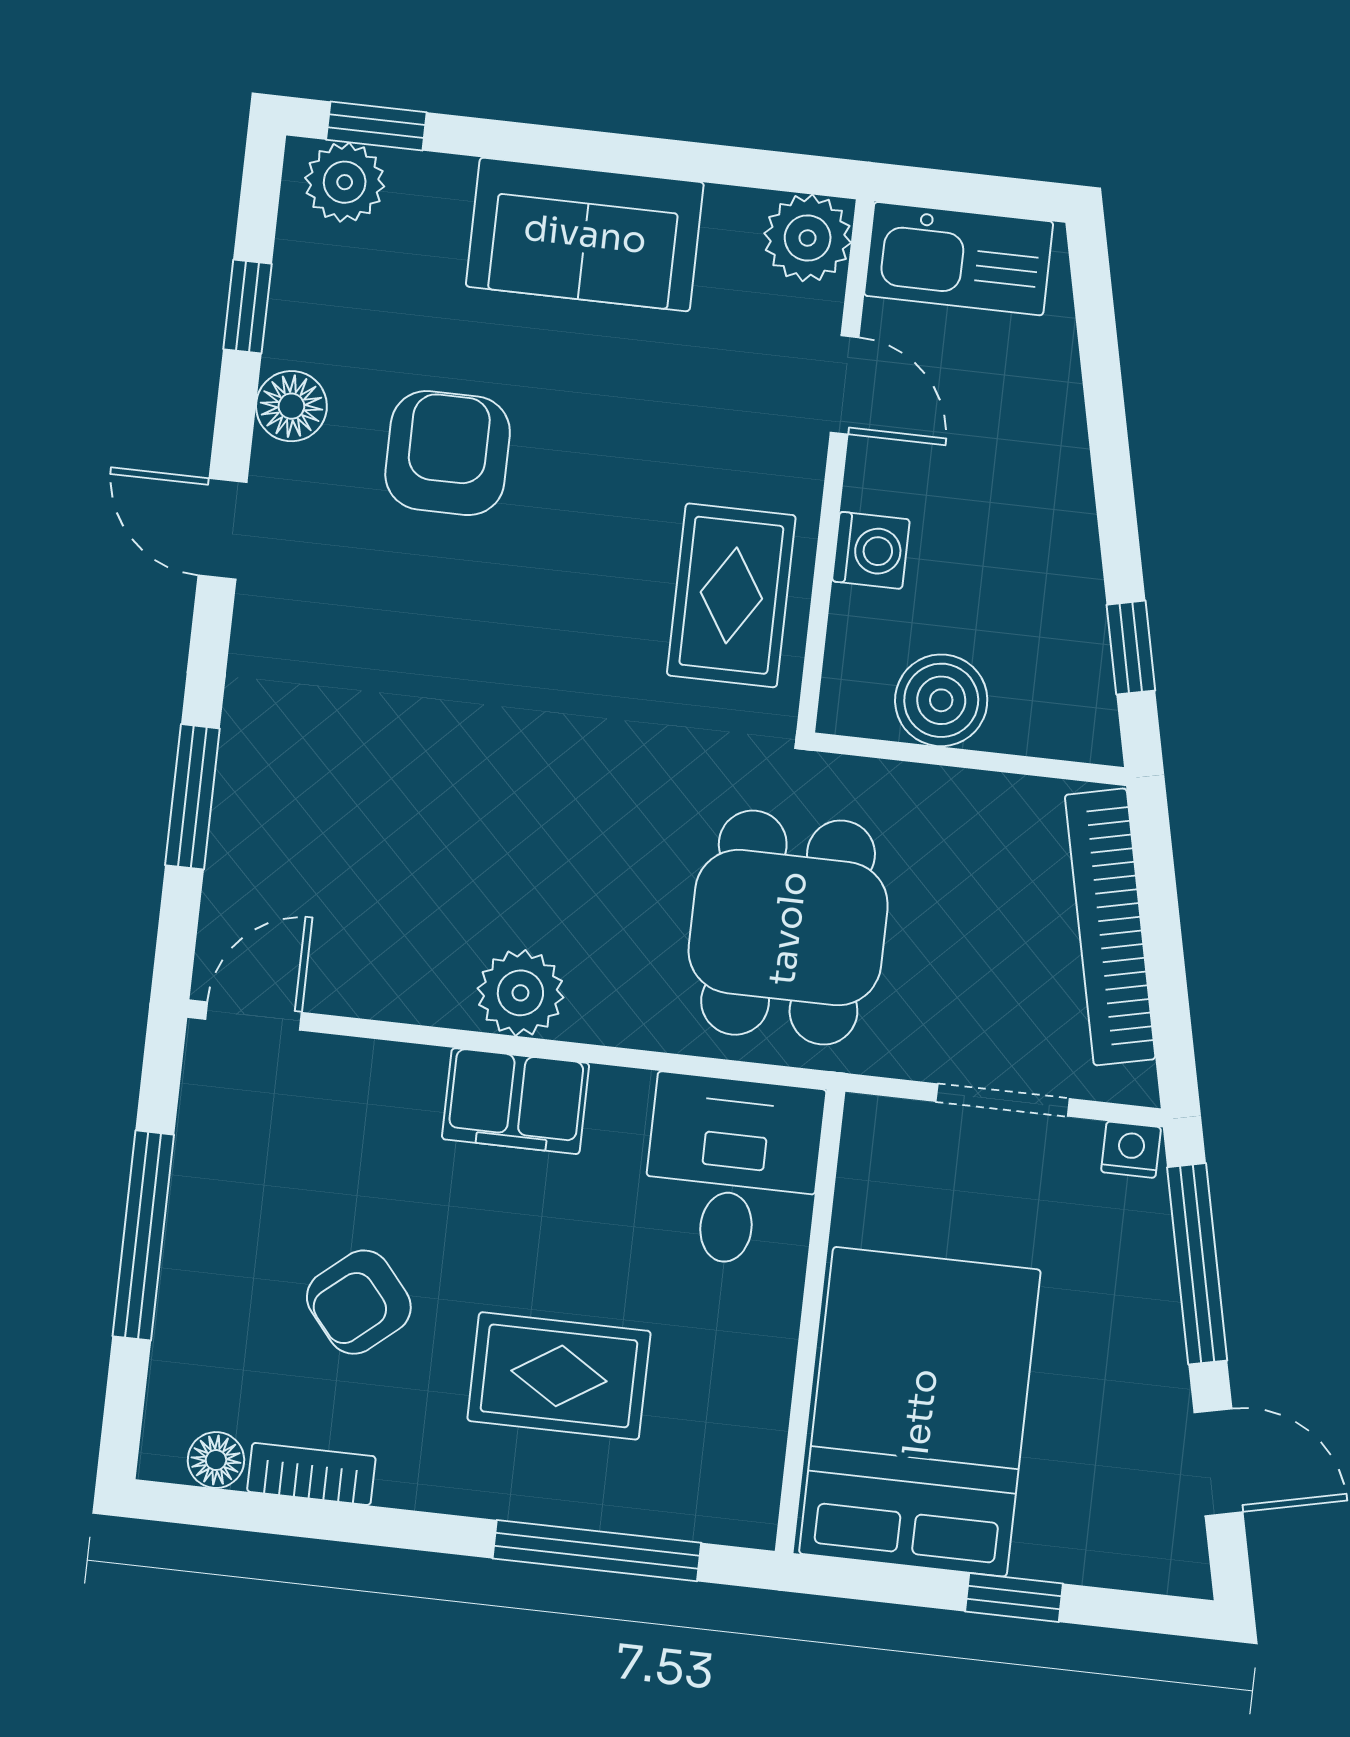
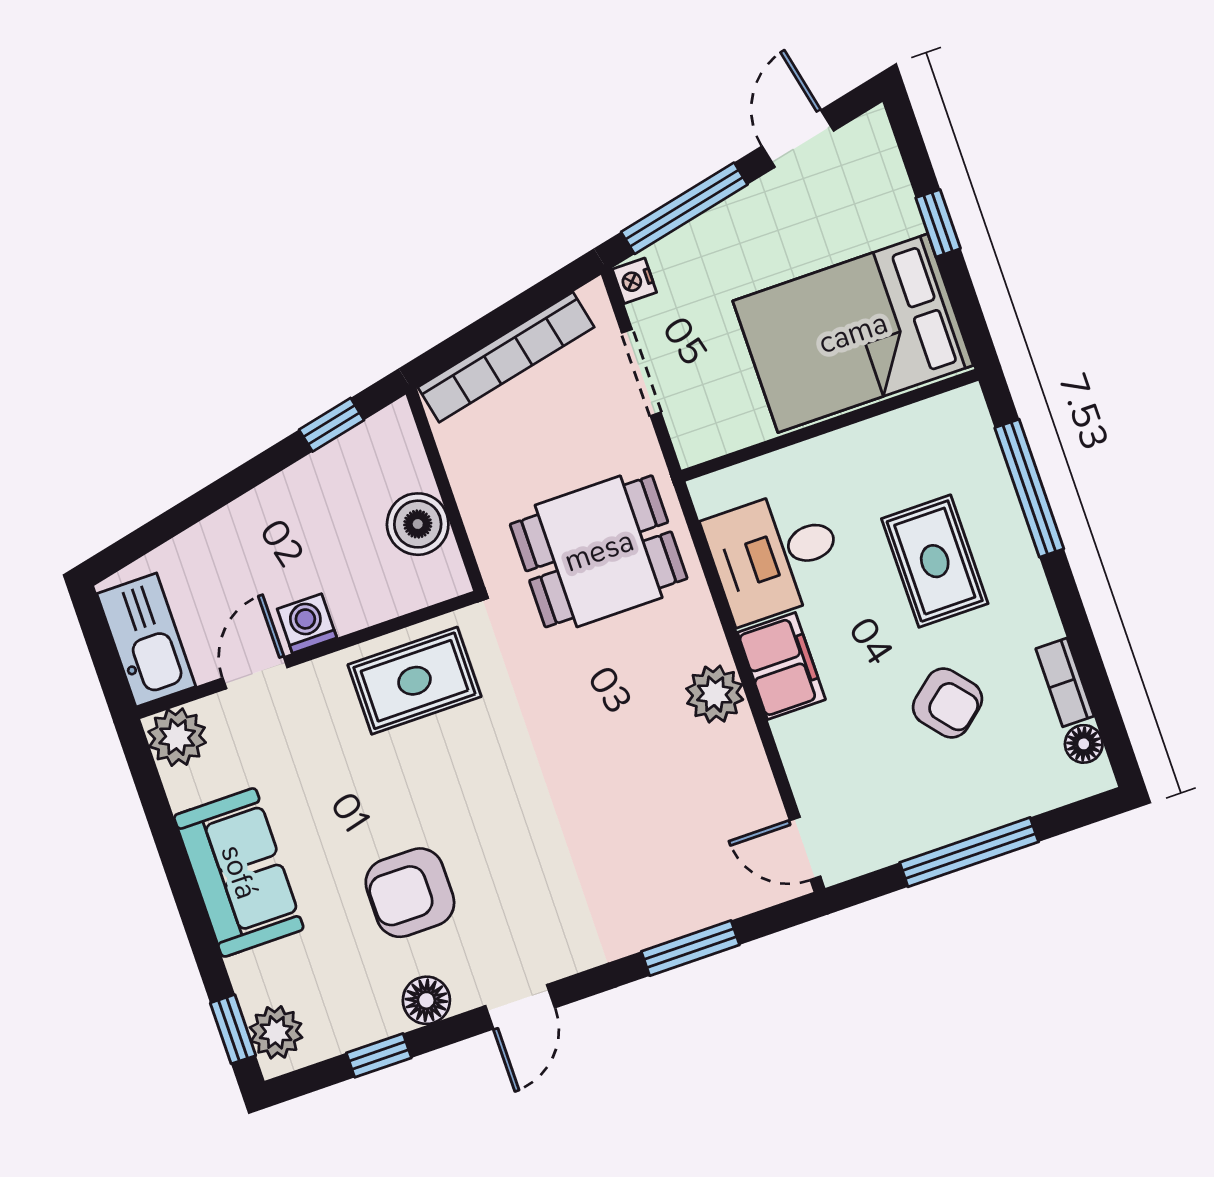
washing machine: (871, 550) -> (307, 623), moved
desk: (732, 1171) -> (775, 555), moved

